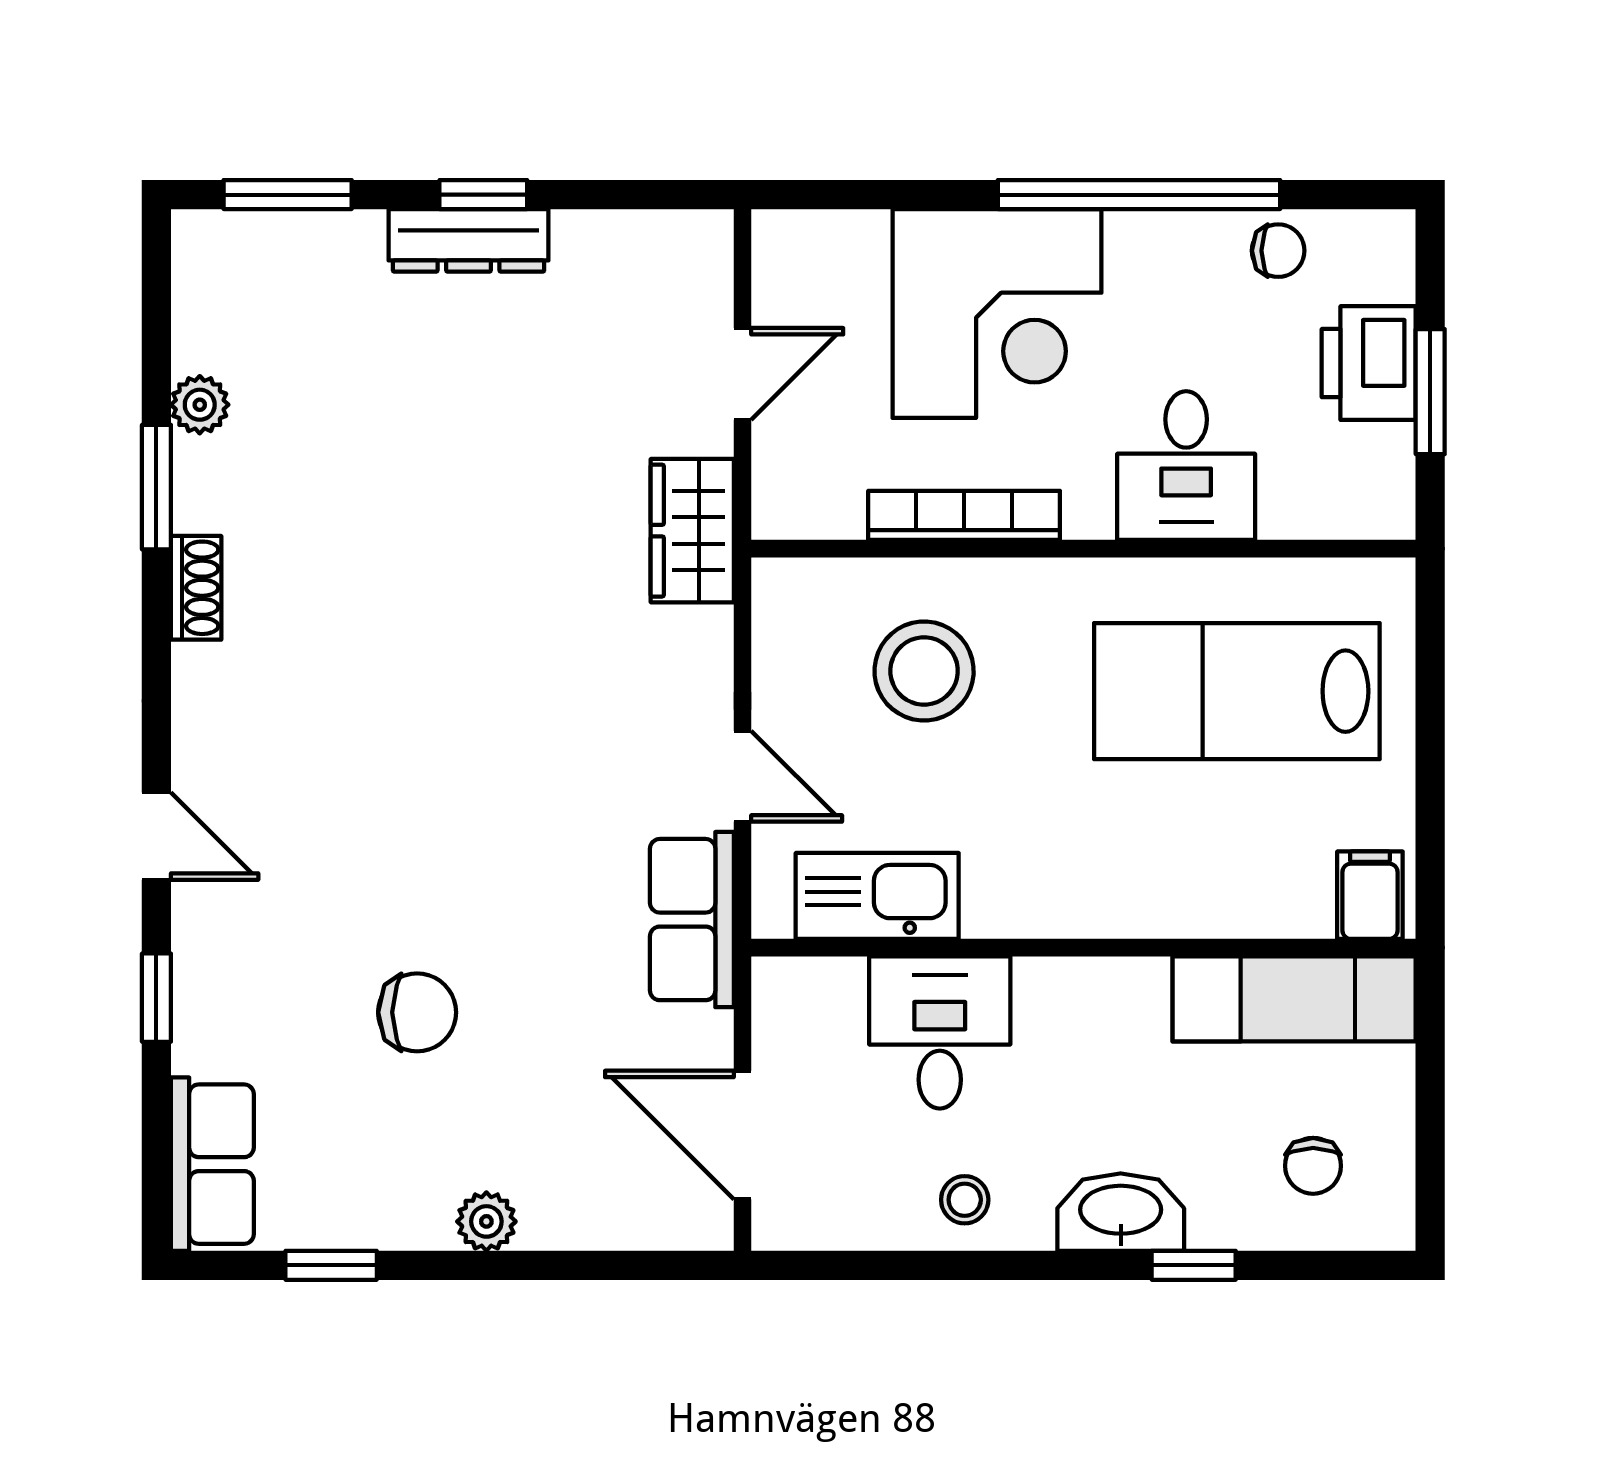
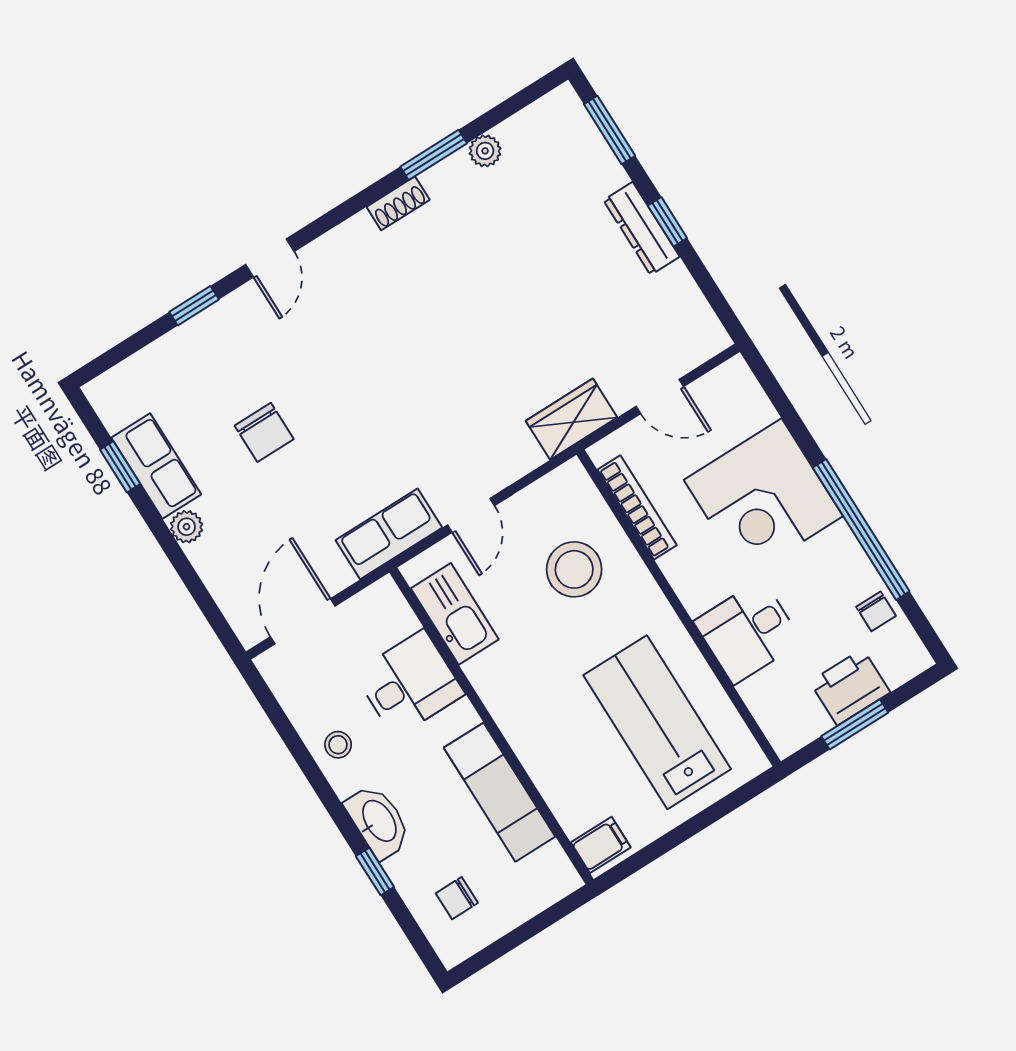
bookcase: (964, 515) -> (637, 507), moved
exam couch: (1294, 999) -> (500, 792), moved
row of seats: (212, 1164) -> (156, 466), moved, turned -90

